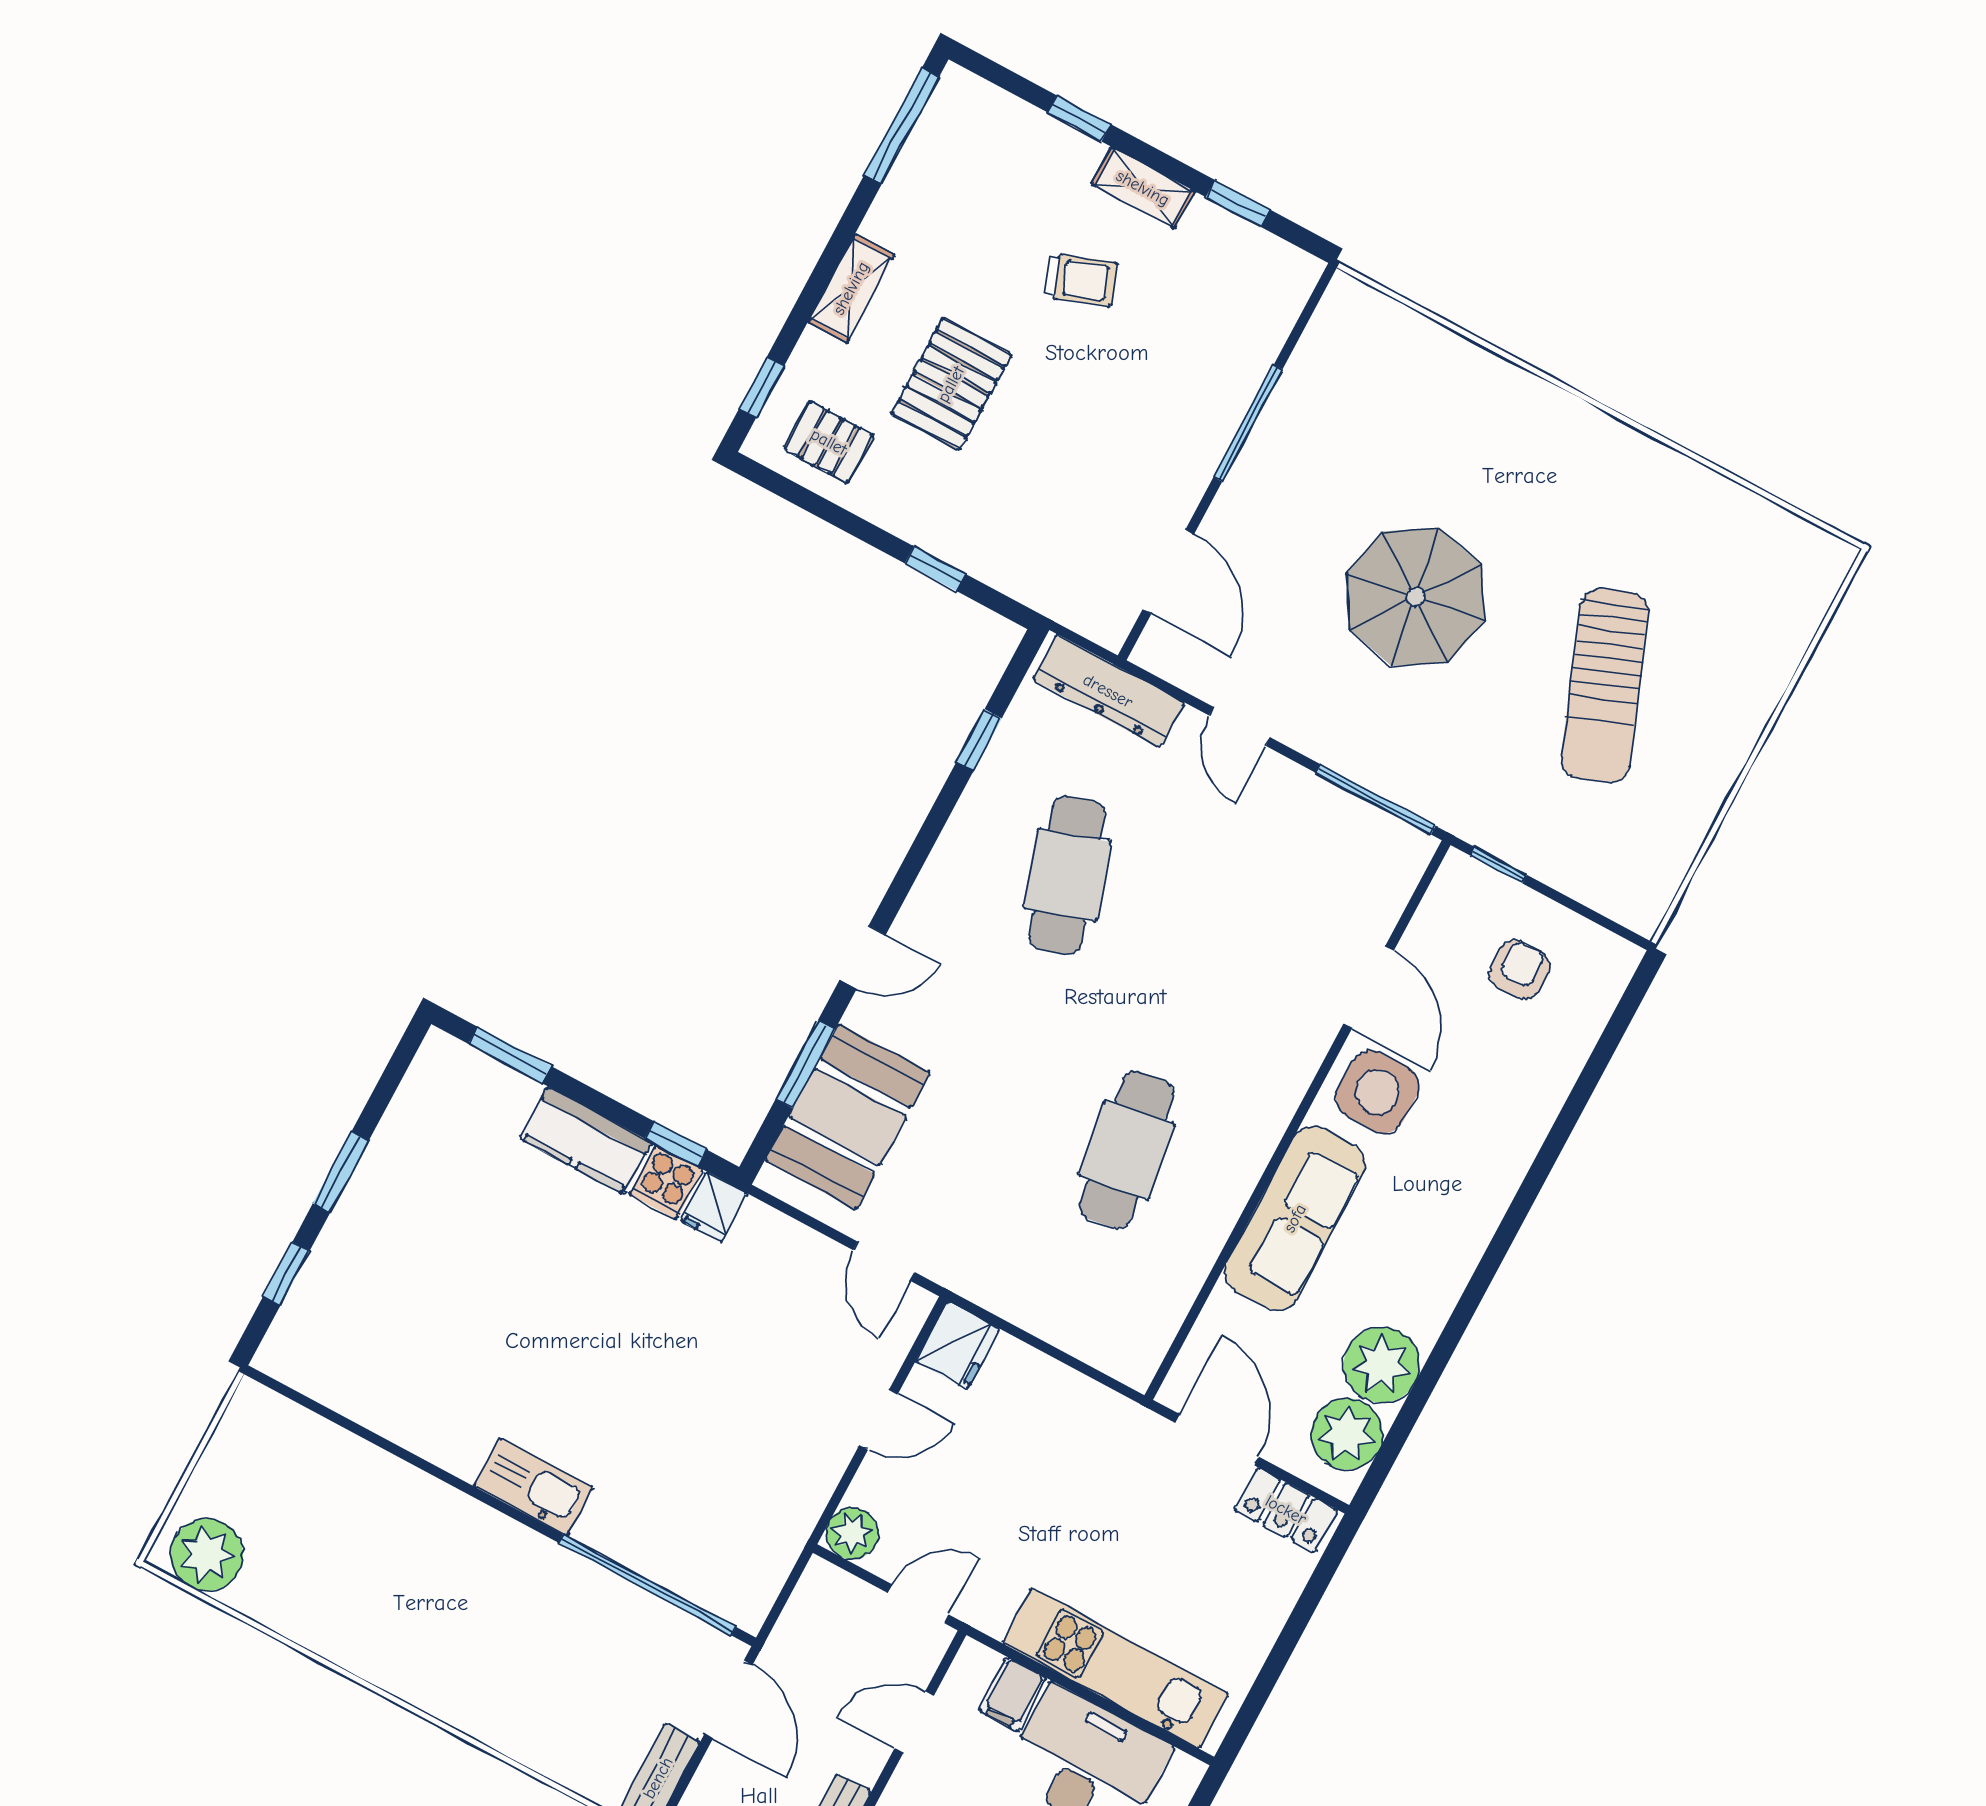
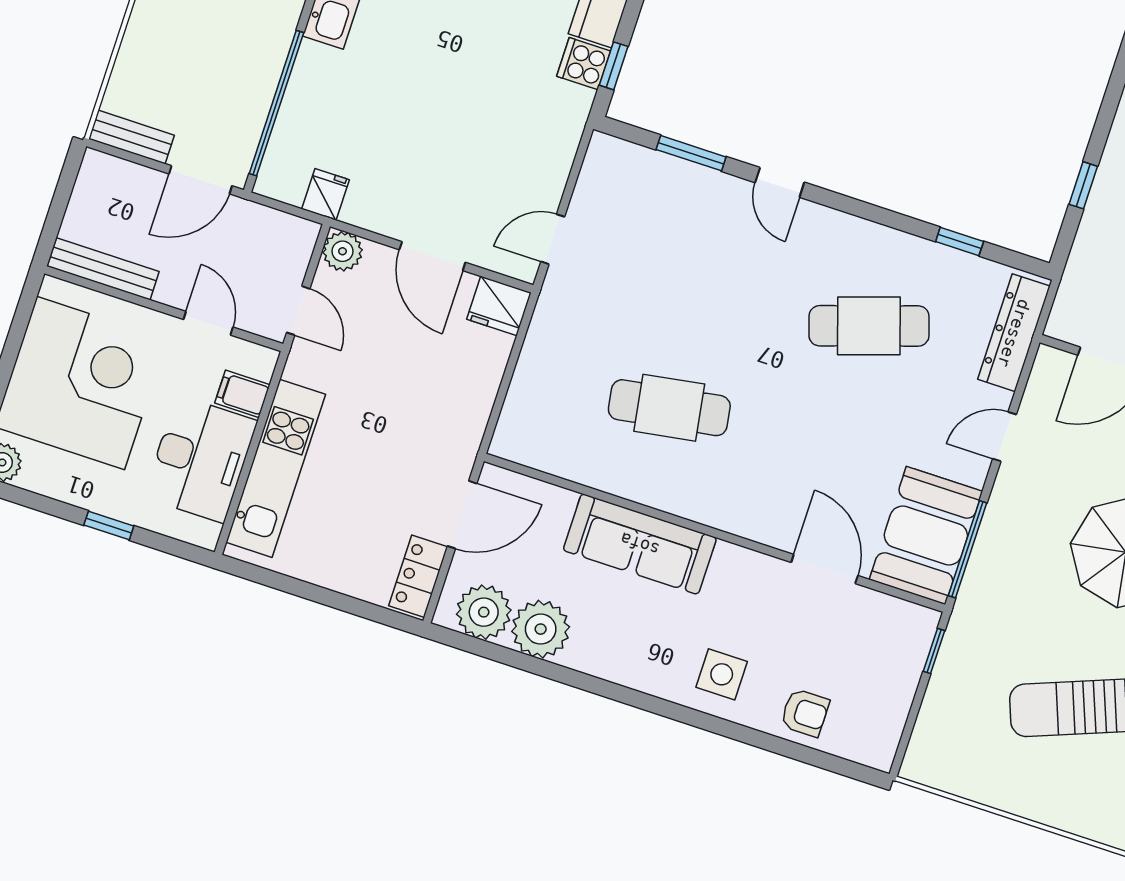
armchair: (1519, 970) -> (805, 713), moved
door: (1369, 987) -> (825, 569), swing flipped
side table: (1377, 1092) -> (722, 674), moved, width x0.73, depth x0.73
booth: (847, 1117) -> (926, 535), moved, turned 90
fridge: (714, 1207) -> (325, 194), moved, turned 90
door: (879, 1419) -> (432, 256), width x1.37

